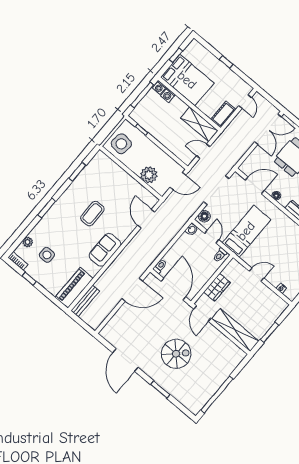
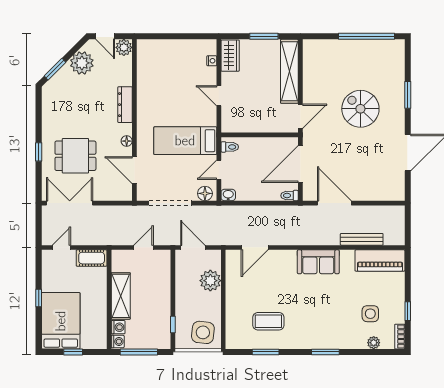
bed: (187, 80) -> (61, 321), moved
shelving: (199, 124) -> (121, 296), moved
door: (203, 151) -> (143, 247), swing flipped
coffee table: (92, 214) -> (268, 321), moved
wardrobe: (217, 287) -> (230, 56), moved, turned 90
bench: (85, 301) -> (362, 239), moved

